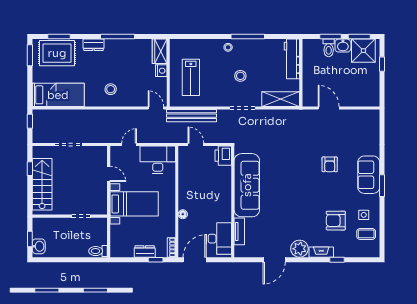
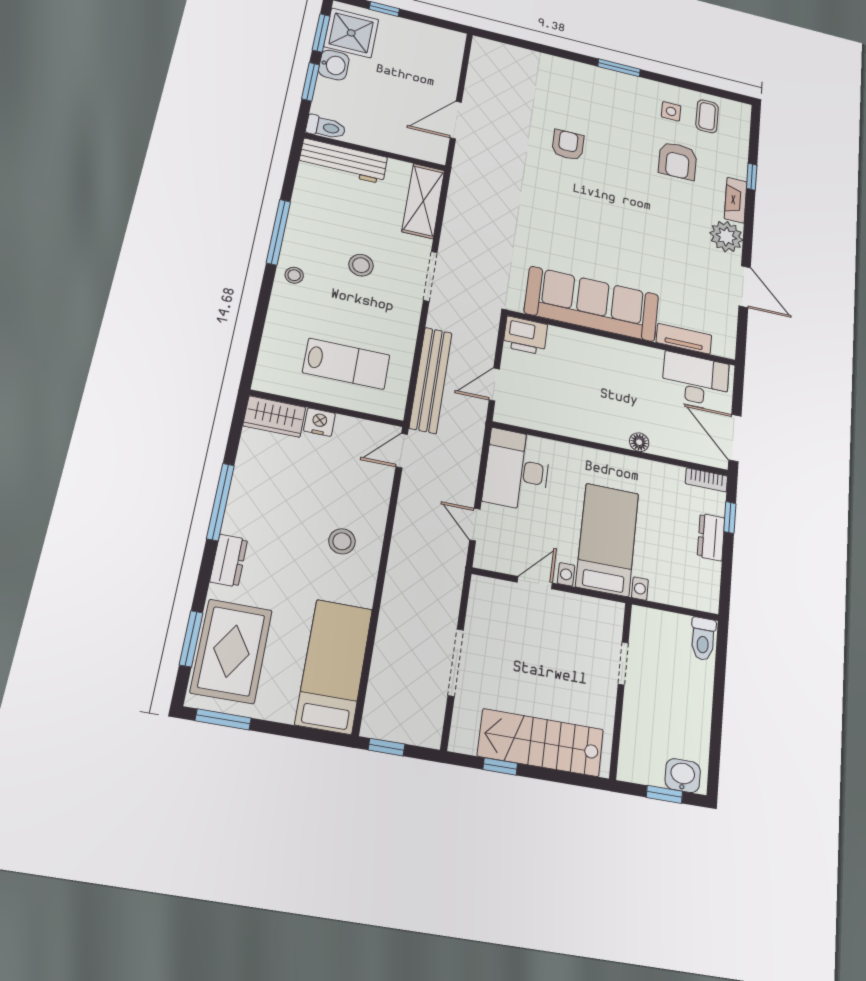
toilet: (329, 48) -> (326, 127), moved
armchair: (330, 164) -> (568, 145), turned -90
sofa: (369, 175) -> (596, 84), removed

